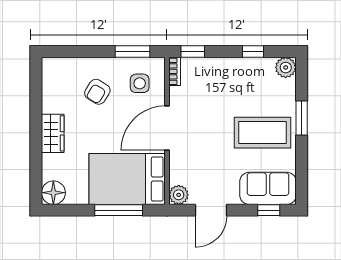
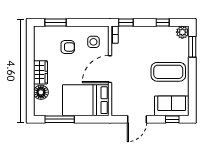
window: (133, 51) -> (56, 22), moved
armchair: (97, 92) -> (68, 47), turned -122
window: (302, 118) -> (192, 47), moved
floor lamp: (53, 193) -> (41, 92), moved
plant: (179, 195) -> (117, 110), removed
window: (119, 210) -> (60, 119), moved

